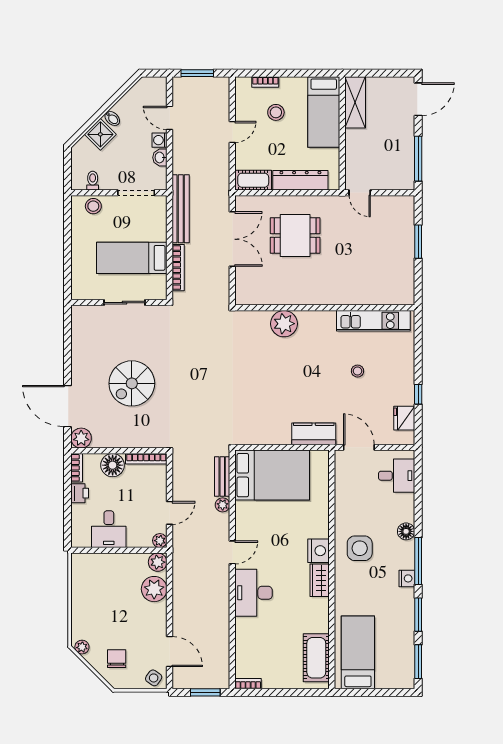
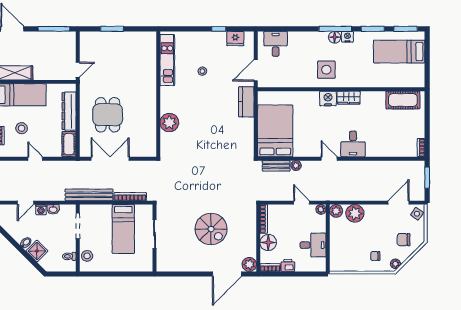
floor lamp: (406, 531) -> (335, 37), moved
desk: (254, 593) -> (353, 144), width x0.73
chair: (93, 618) -> (375, 256), added
bed: (358, 652) -> (399, 52), moved

